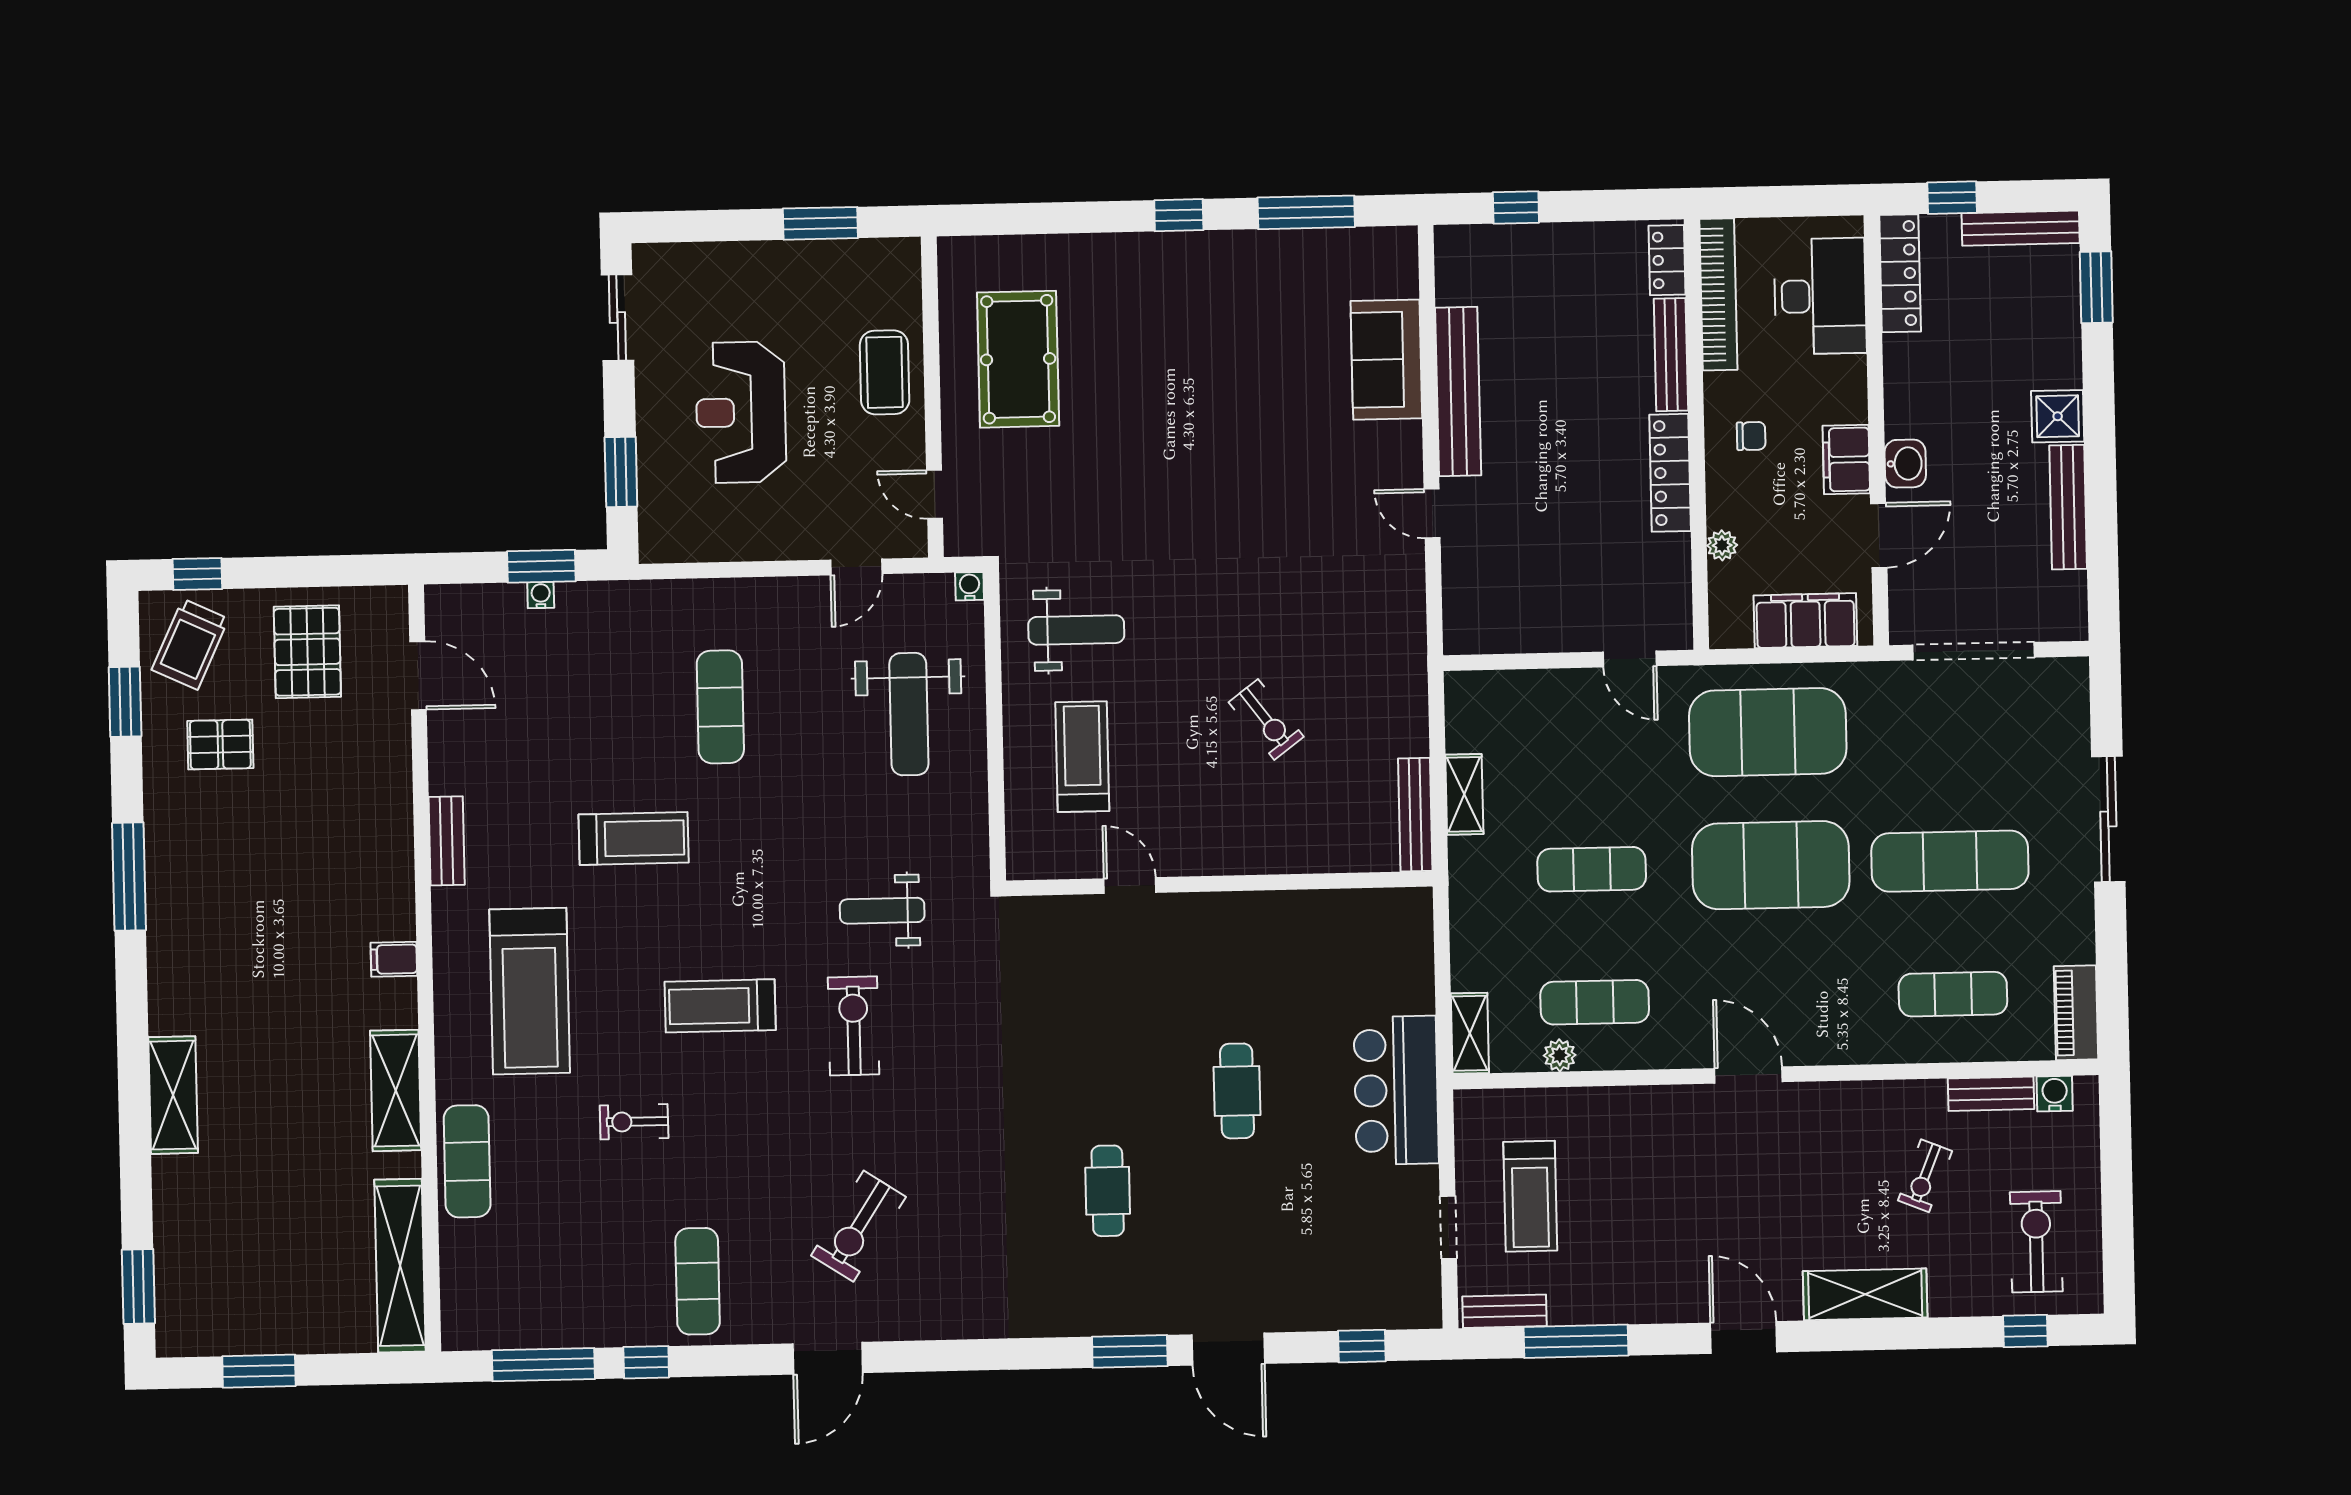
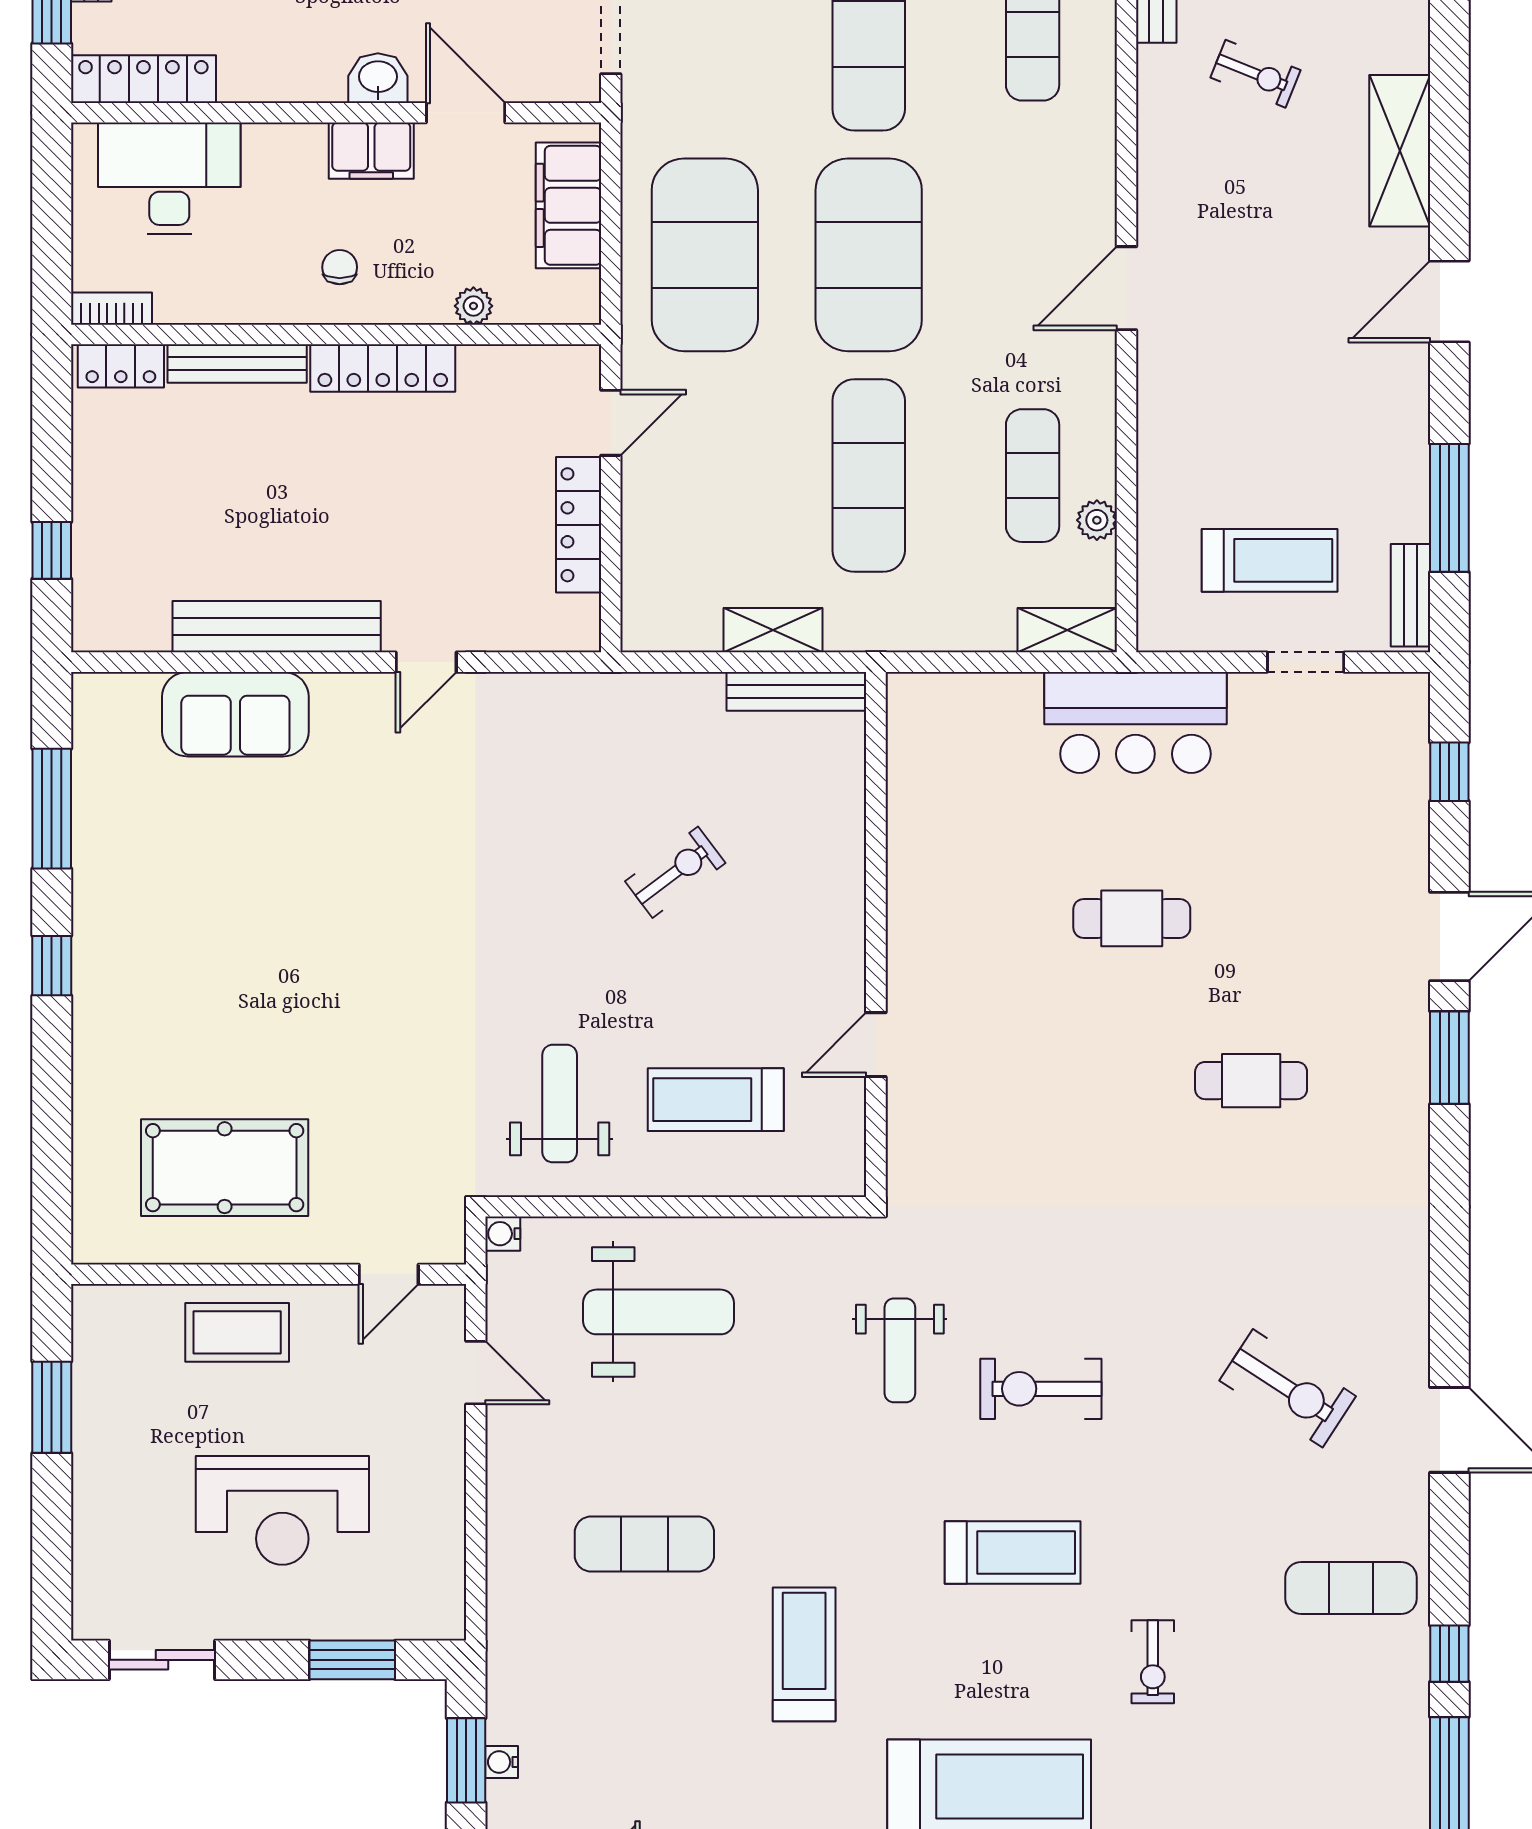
bookcase: (1718, 294) -> (111, 309), width x0.43, depth x0.76
locker: (1546, 635) -> (579, 525), added
exercise mat: (1592, 869) -> (869, 476), width x1.36, depth x1.45
treadmill: (720, 1006) -> (1013, 1552), turned -90

